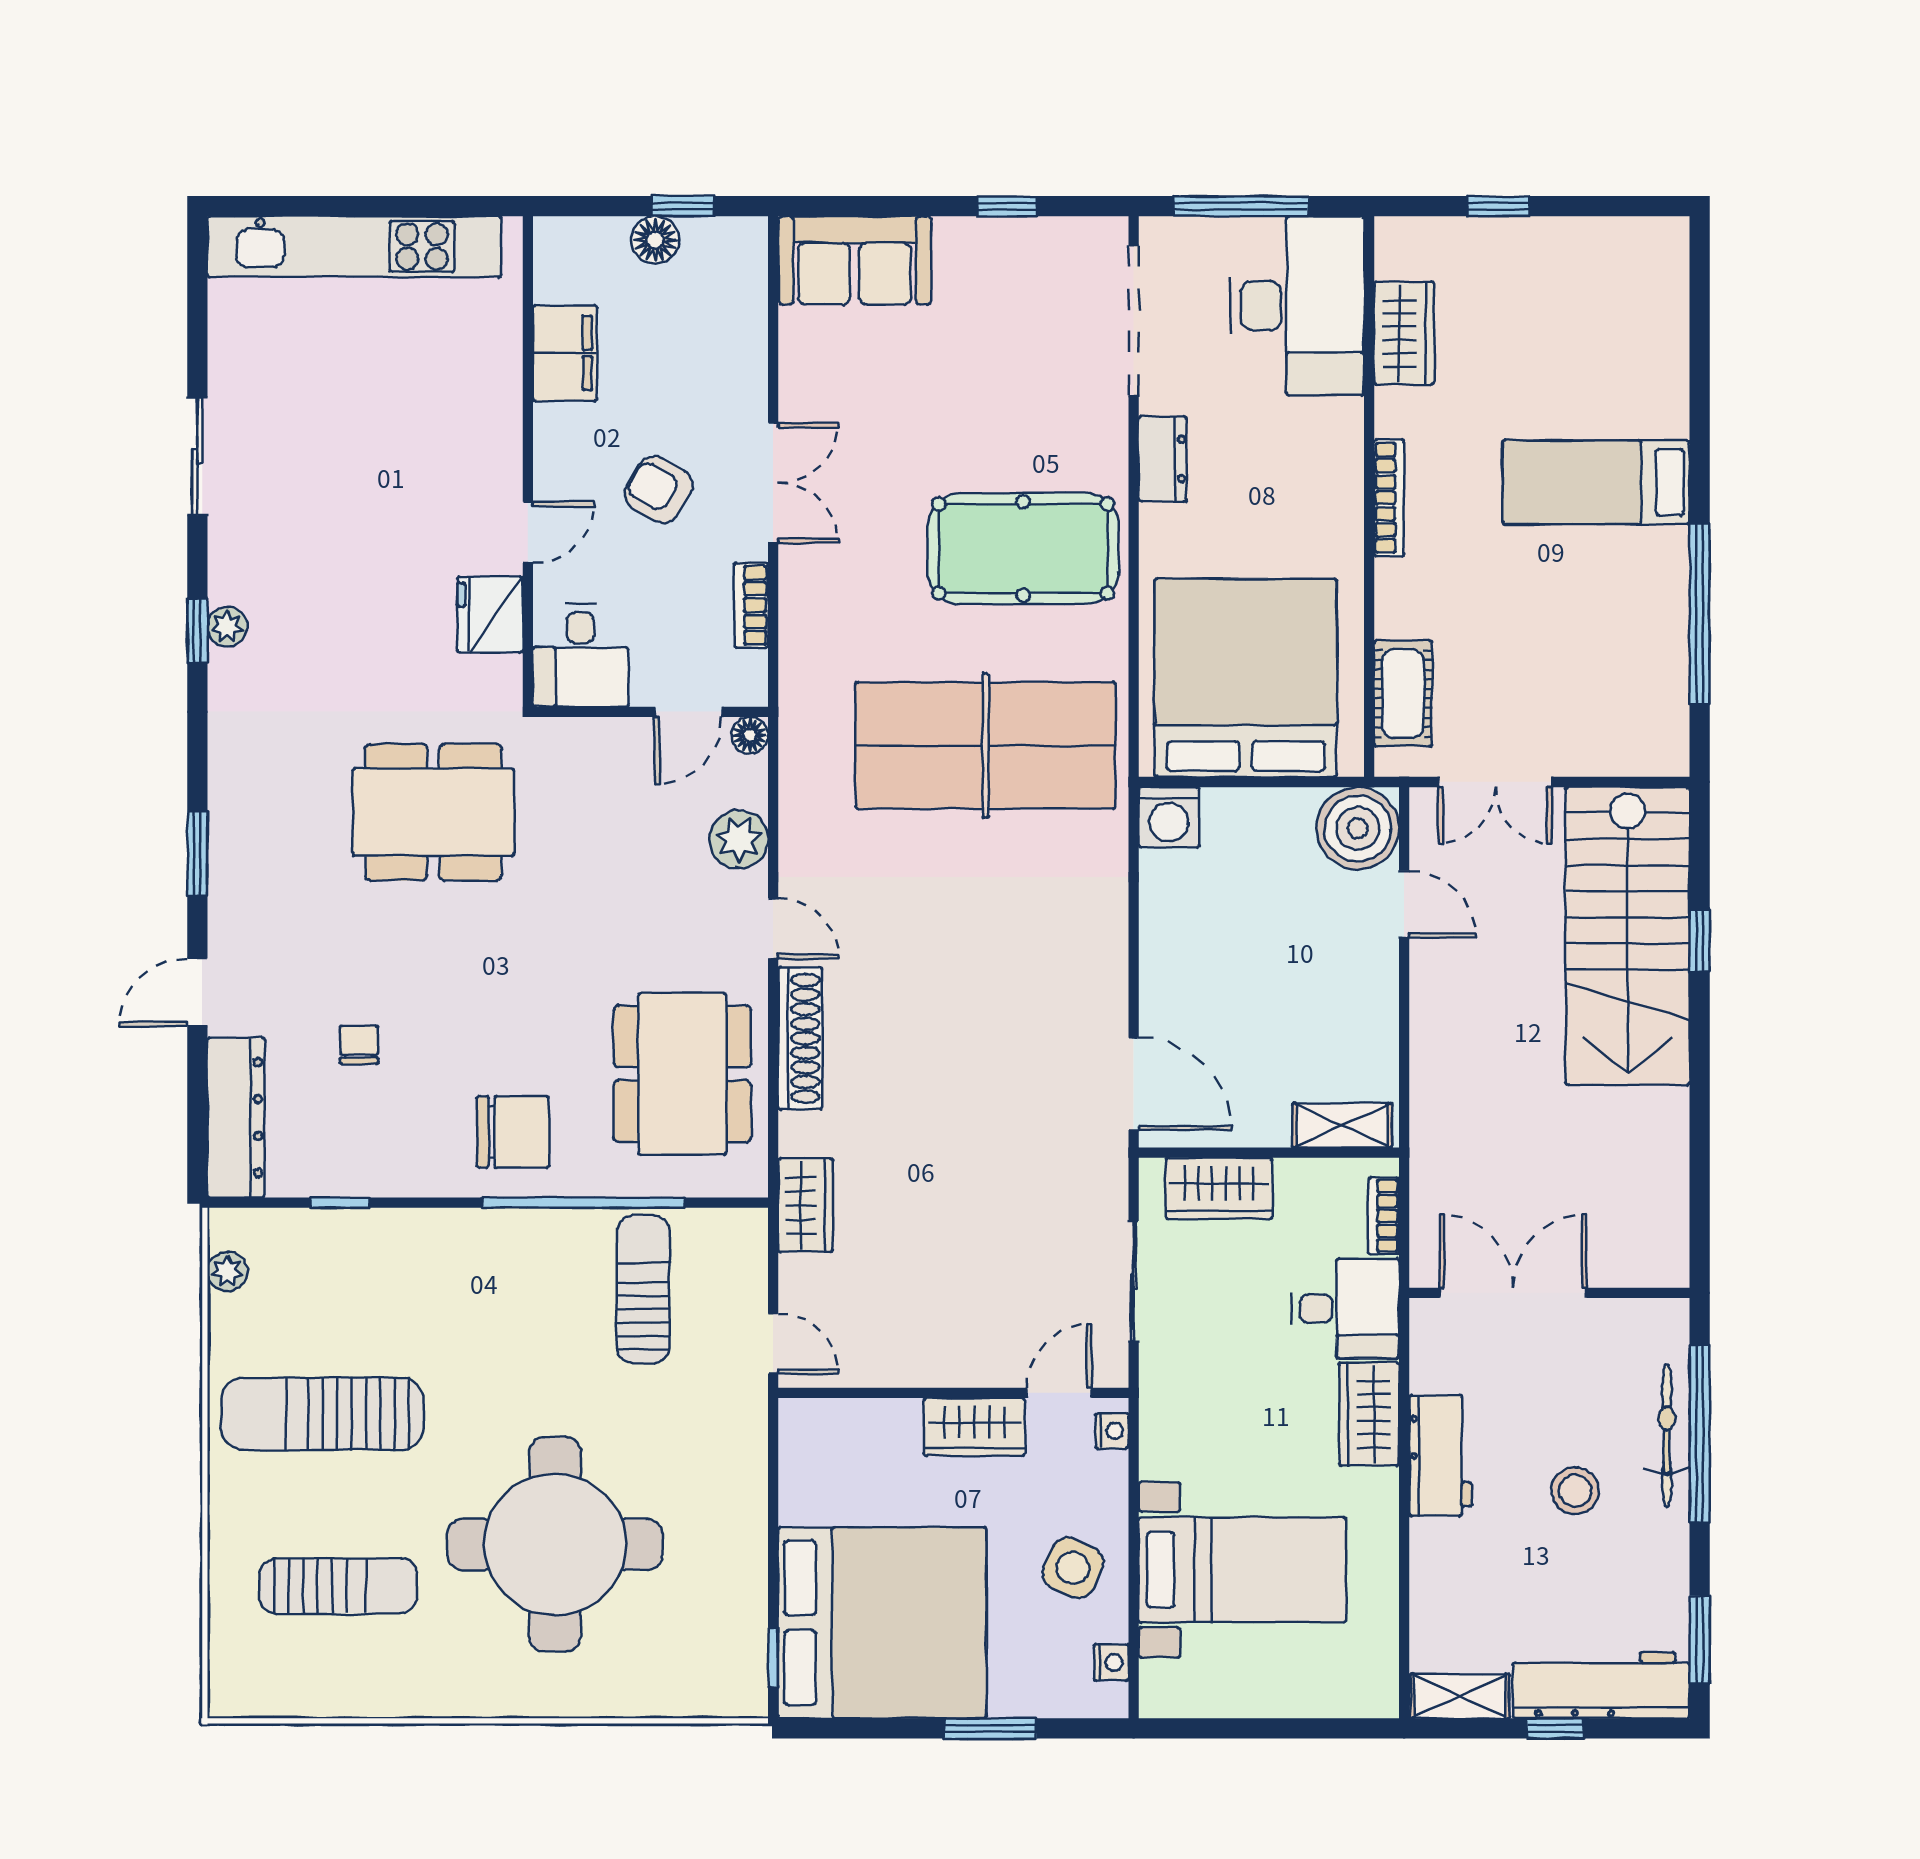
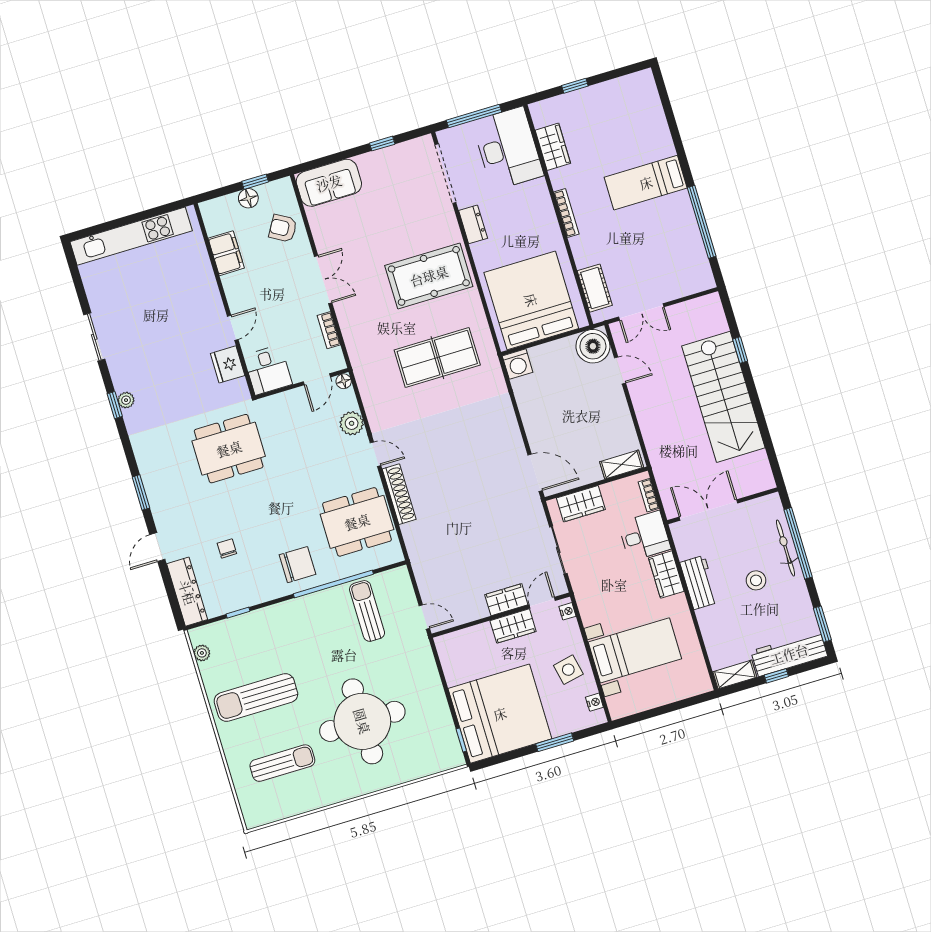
armchair: (659, 490) -> (283, 228), moved
table tennis table: (985, 745) -> (437, 357), width x0.73, depth x0.76
stairs: (1627, 936) -> (723, 397), moved
dining table: (682, 1074) -> (357, 522), turned 90
wardrobe: (805, 1205) -> (506, 600), moved, turned -90
side table: (1073, 1568) -> (568, 670), turned -36

